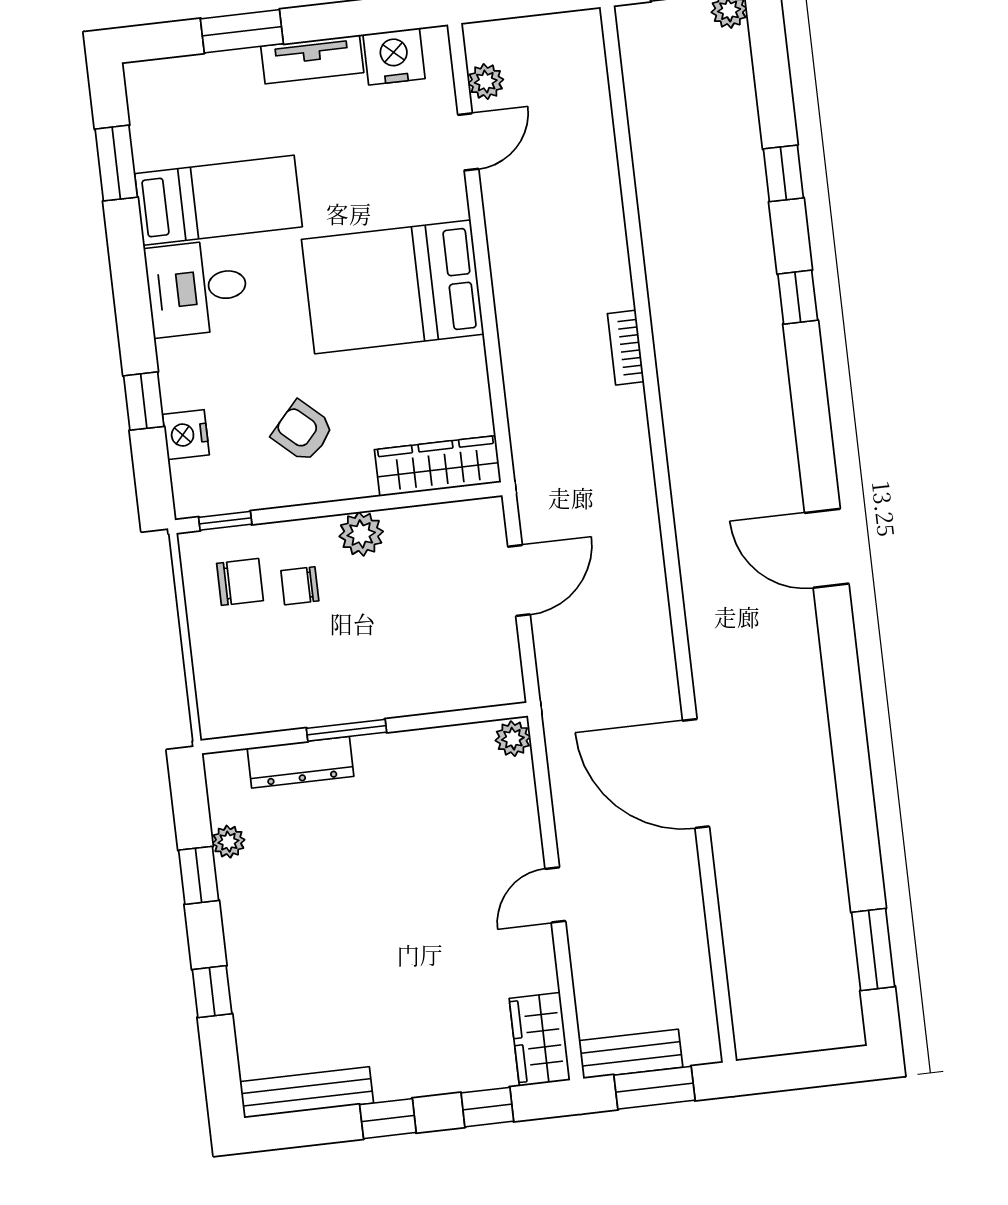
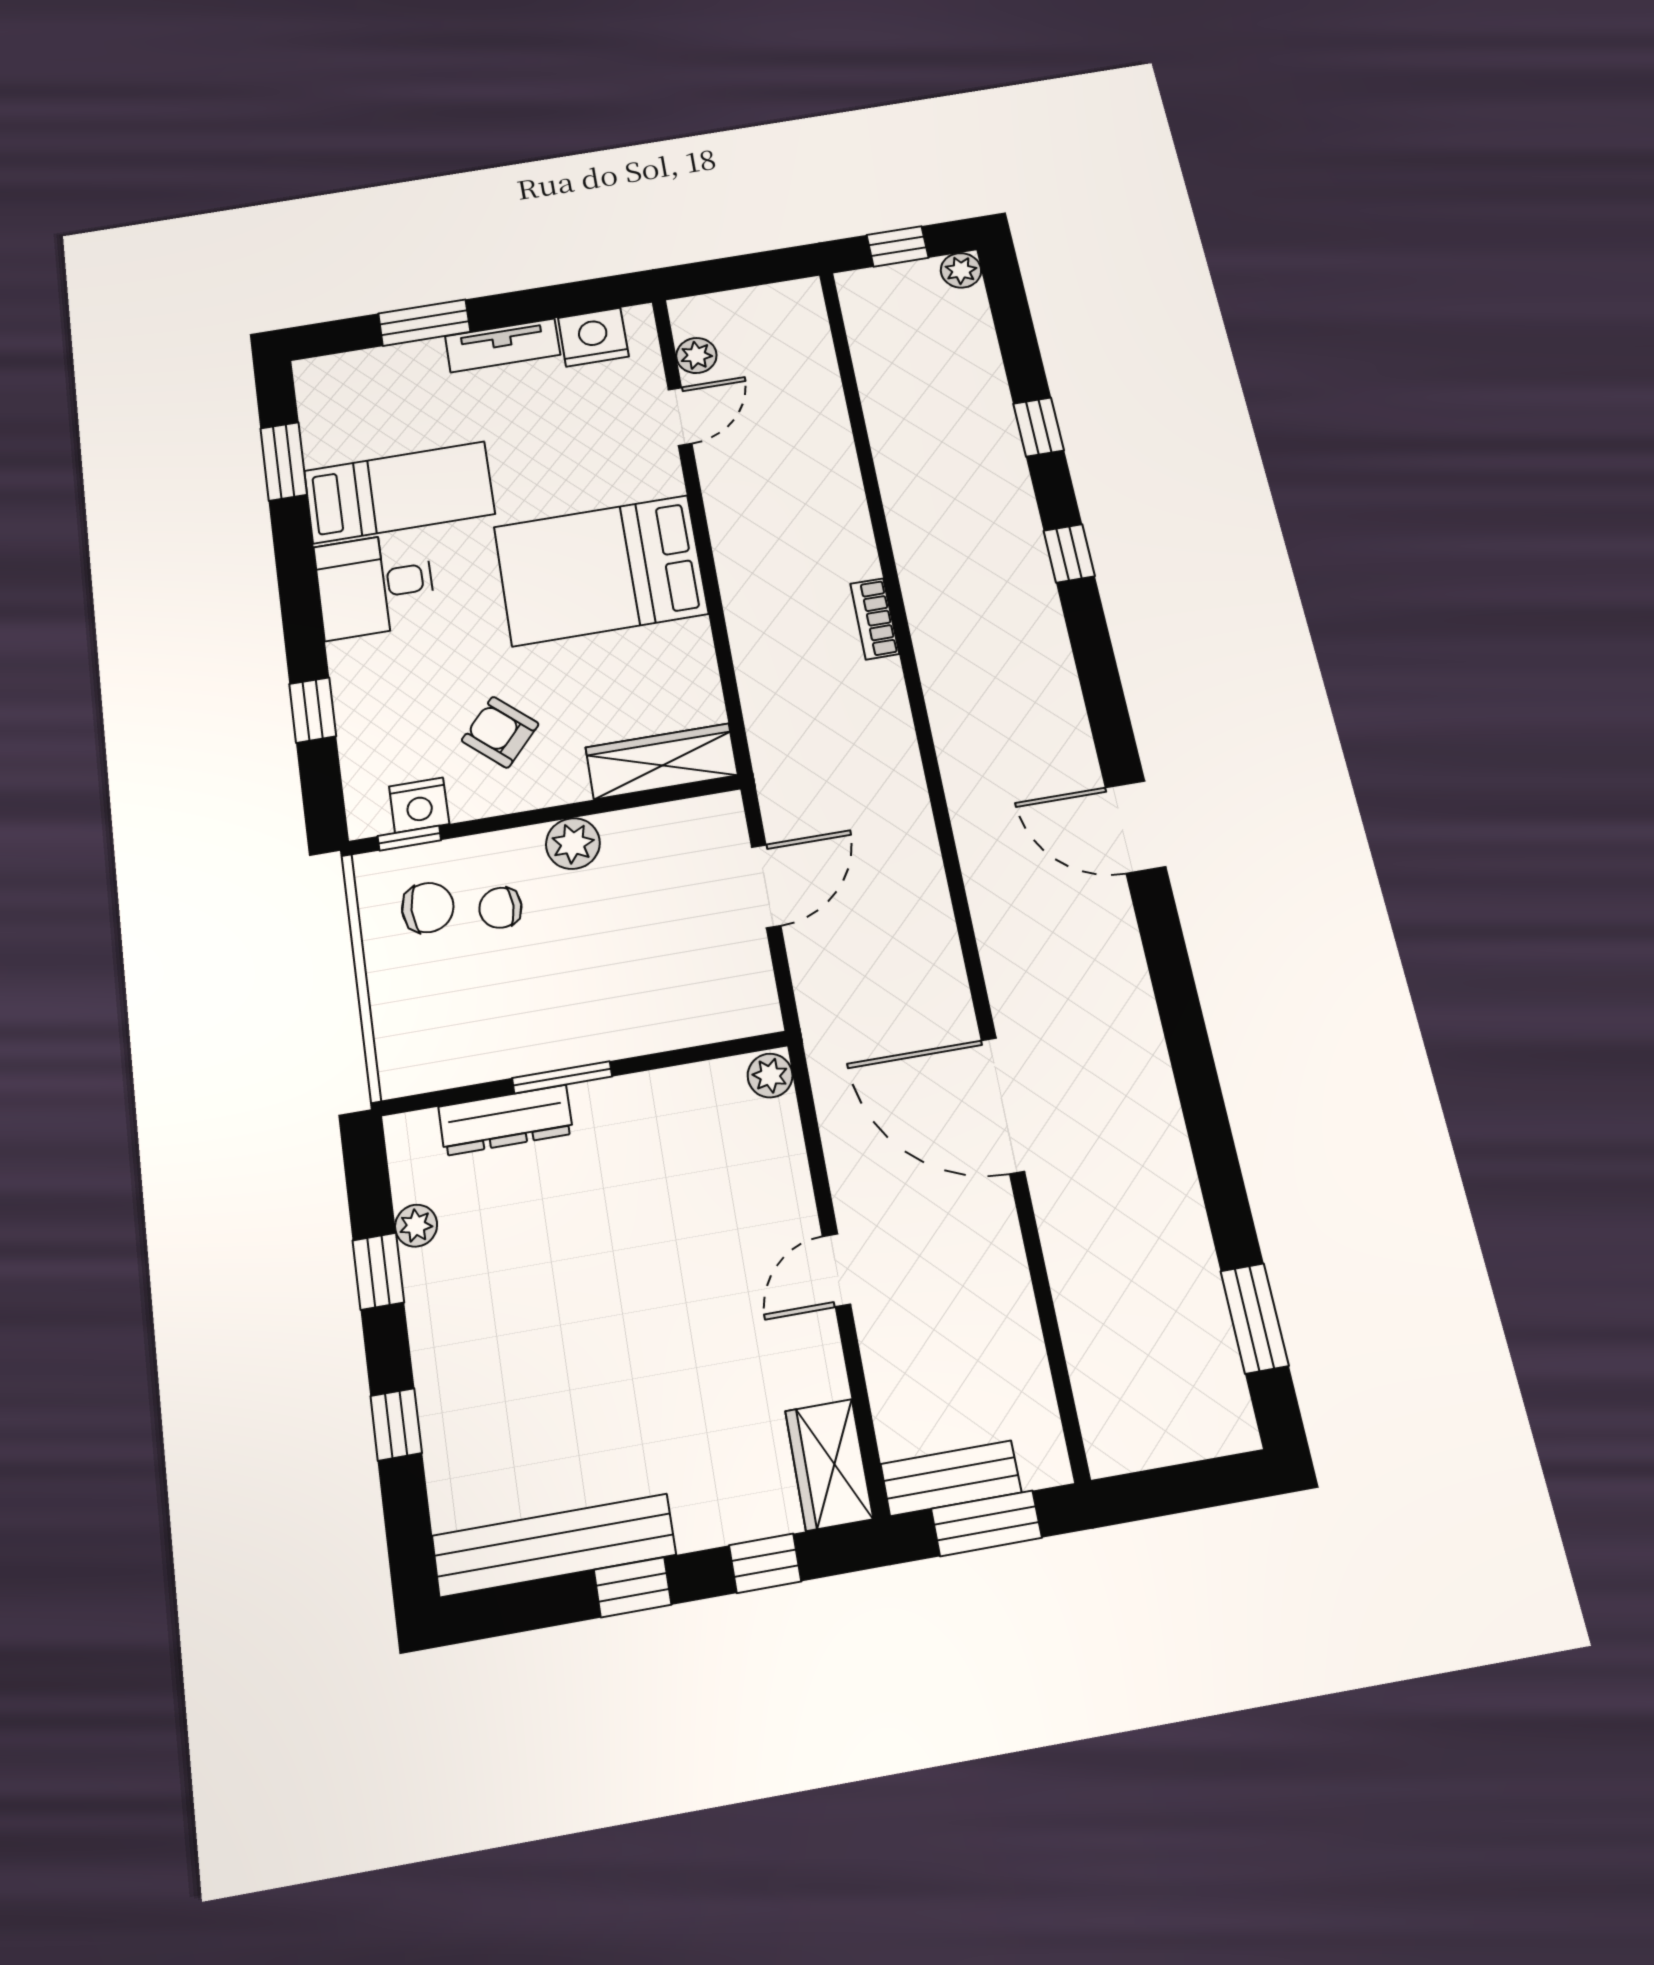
nightstand: (186, 435) -> (419, 805), moved, turned -90
bench: (307, 1092) -> (554, 1545), width x1.37, depth x1.21

